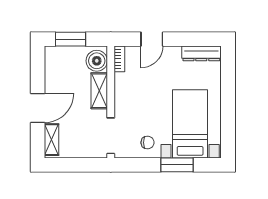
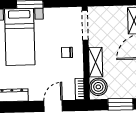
chair: (148, 143) -> (67, 53), moved

